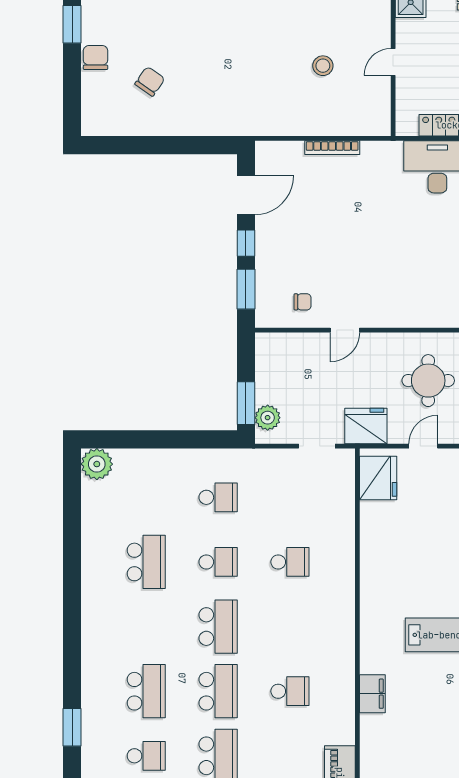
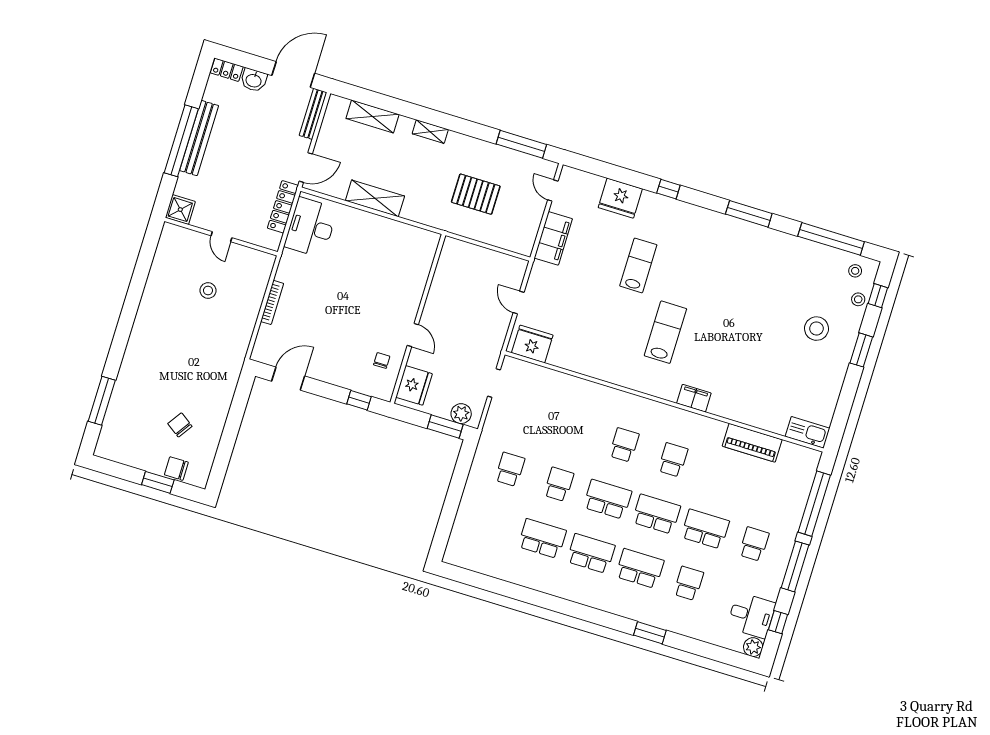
window: (72, 24) -> (158, 482), moved
chair: (96, 58) -> (176, 469), moved
door: (246, 195) -> (288, 379), hinge flipped
window: (246, 243) -> (324, 390), removed
window: (246, 289) -> (359, 400), width x0.67
round table: (428, 381) -> (470, 284), removed
fridge: (366, 426) -> (414, 385), moved, turned 180
plant: (97, 464) -> (457, 553), removed
school desk: (290, 562) -> (624, 445), moved
school desk: (146, 627) -> (591, 554), added

